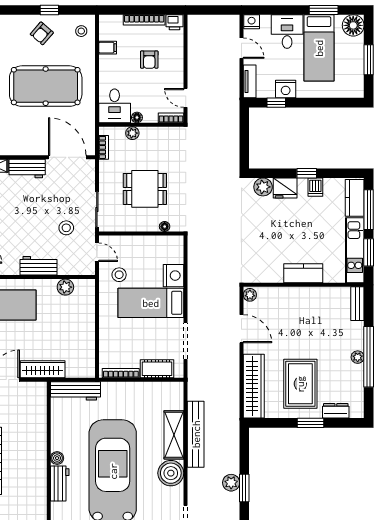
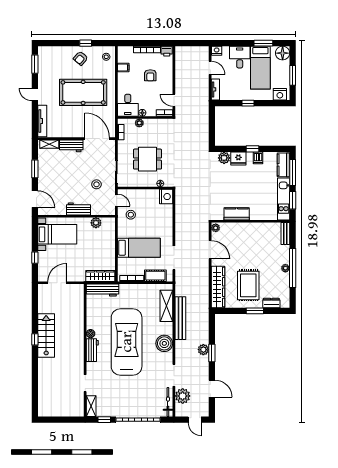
nightstand: (286, 89) -> (280, 94), moved
window: (276, 103) -> (248, 103), moved
kitchen counter: (303, 273) -> (237, 214), moved
nightstand: (174, 276) -> (166, 197), moved
bed: (151, 303) -> (139, 248), moved, turned 180
wardrobe: (43, 369) -> (100, 276), moved
shelving: (174, 435) -> (166, 306), moved

